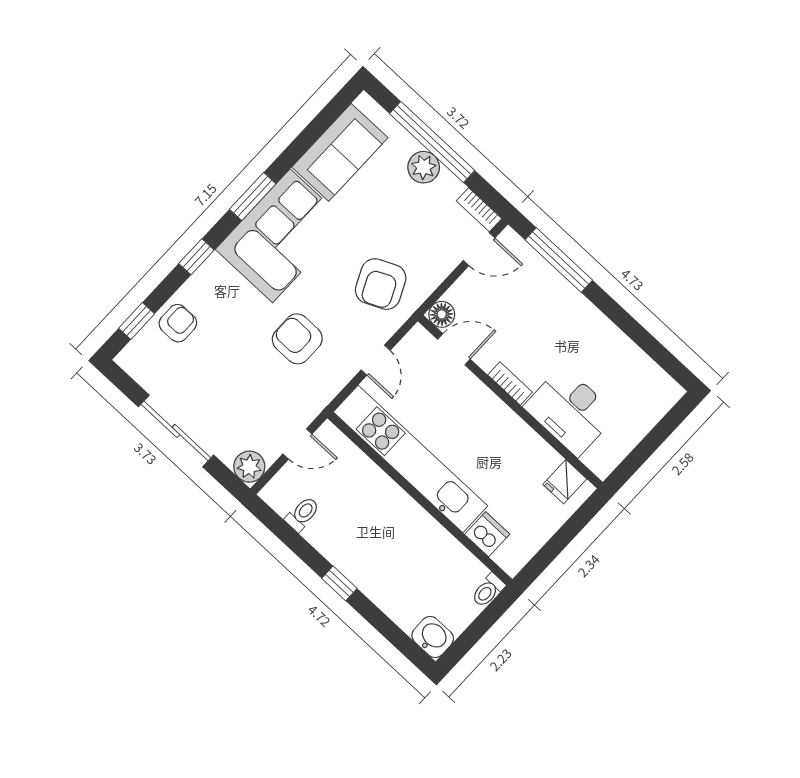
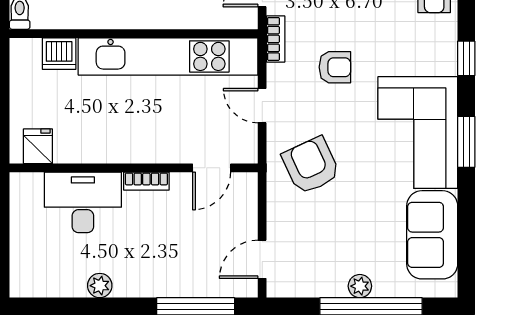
plant: (424, 167) -> (360, 286), width x0.73, depth x0.73
bookcase: (479, 210) -> (276, 39), moved, turned 90
floor lamp: (442, 314) -> (245, 185), removed
armchair: (297, 339) -> (335, 67), width x0.72, depth x0.72
plant: (614, 340) -> (100, 286), added

